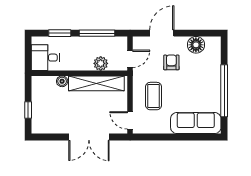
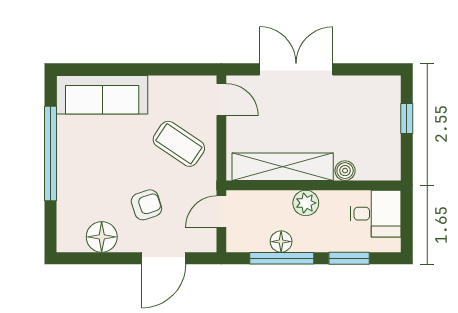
floor lamp: (97, 42) -> (281, 242), added
armchair: (171, 62) -> (146, 205), turned -108
plant: (101, 63) -> (306, 203), moved
coffee table: (154, 96) -> (179, 144), turned -56

